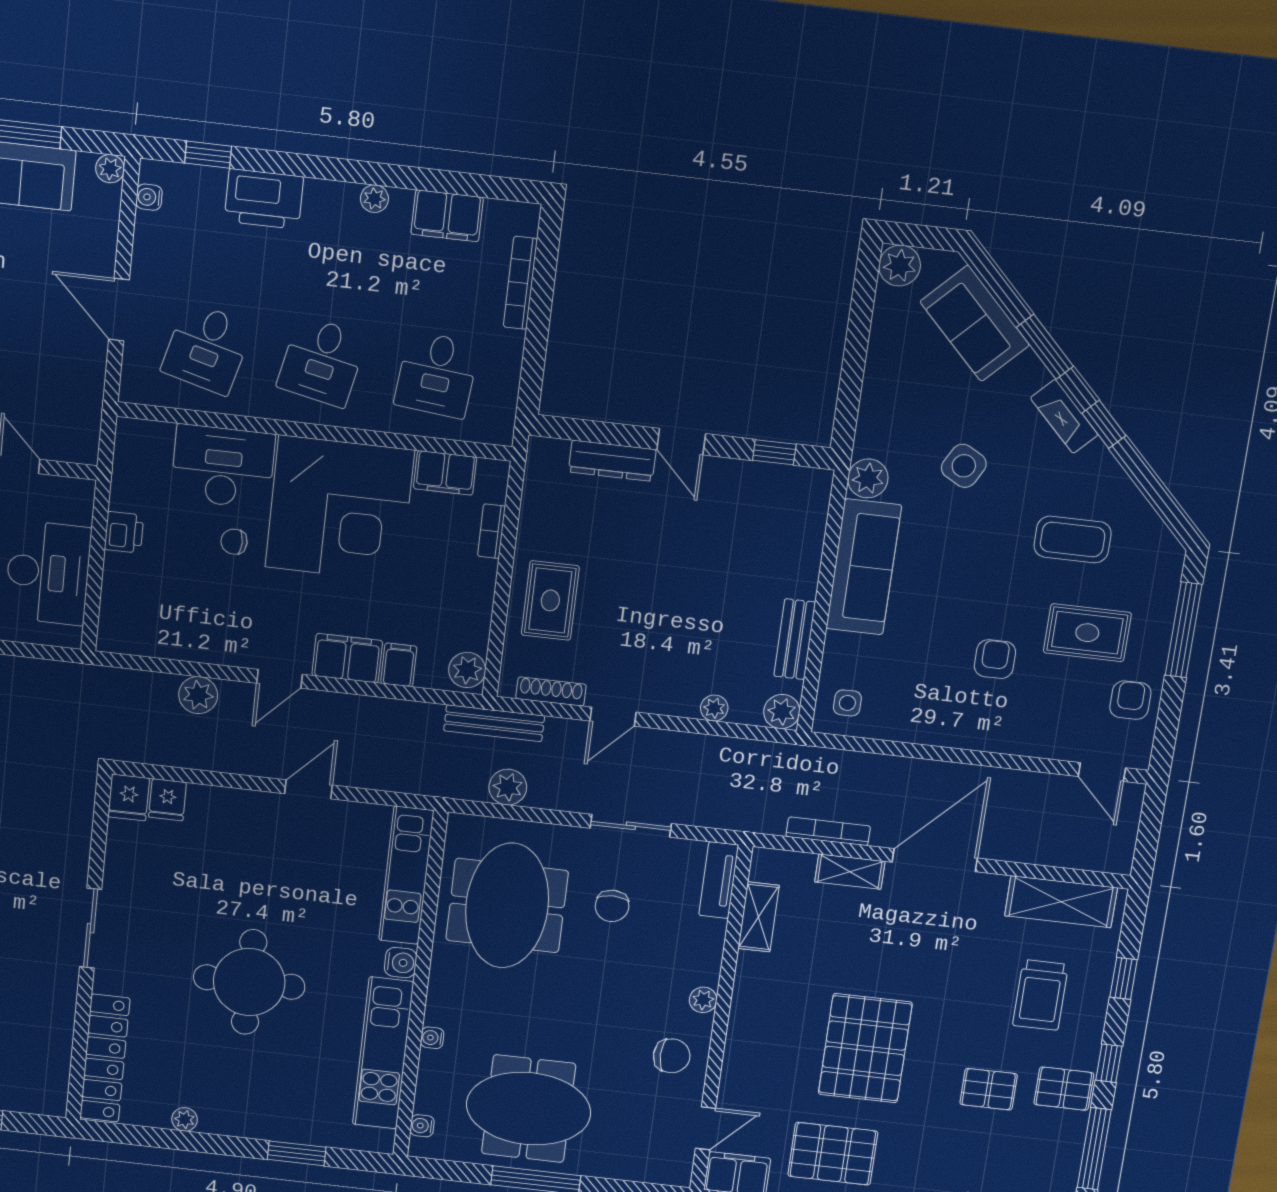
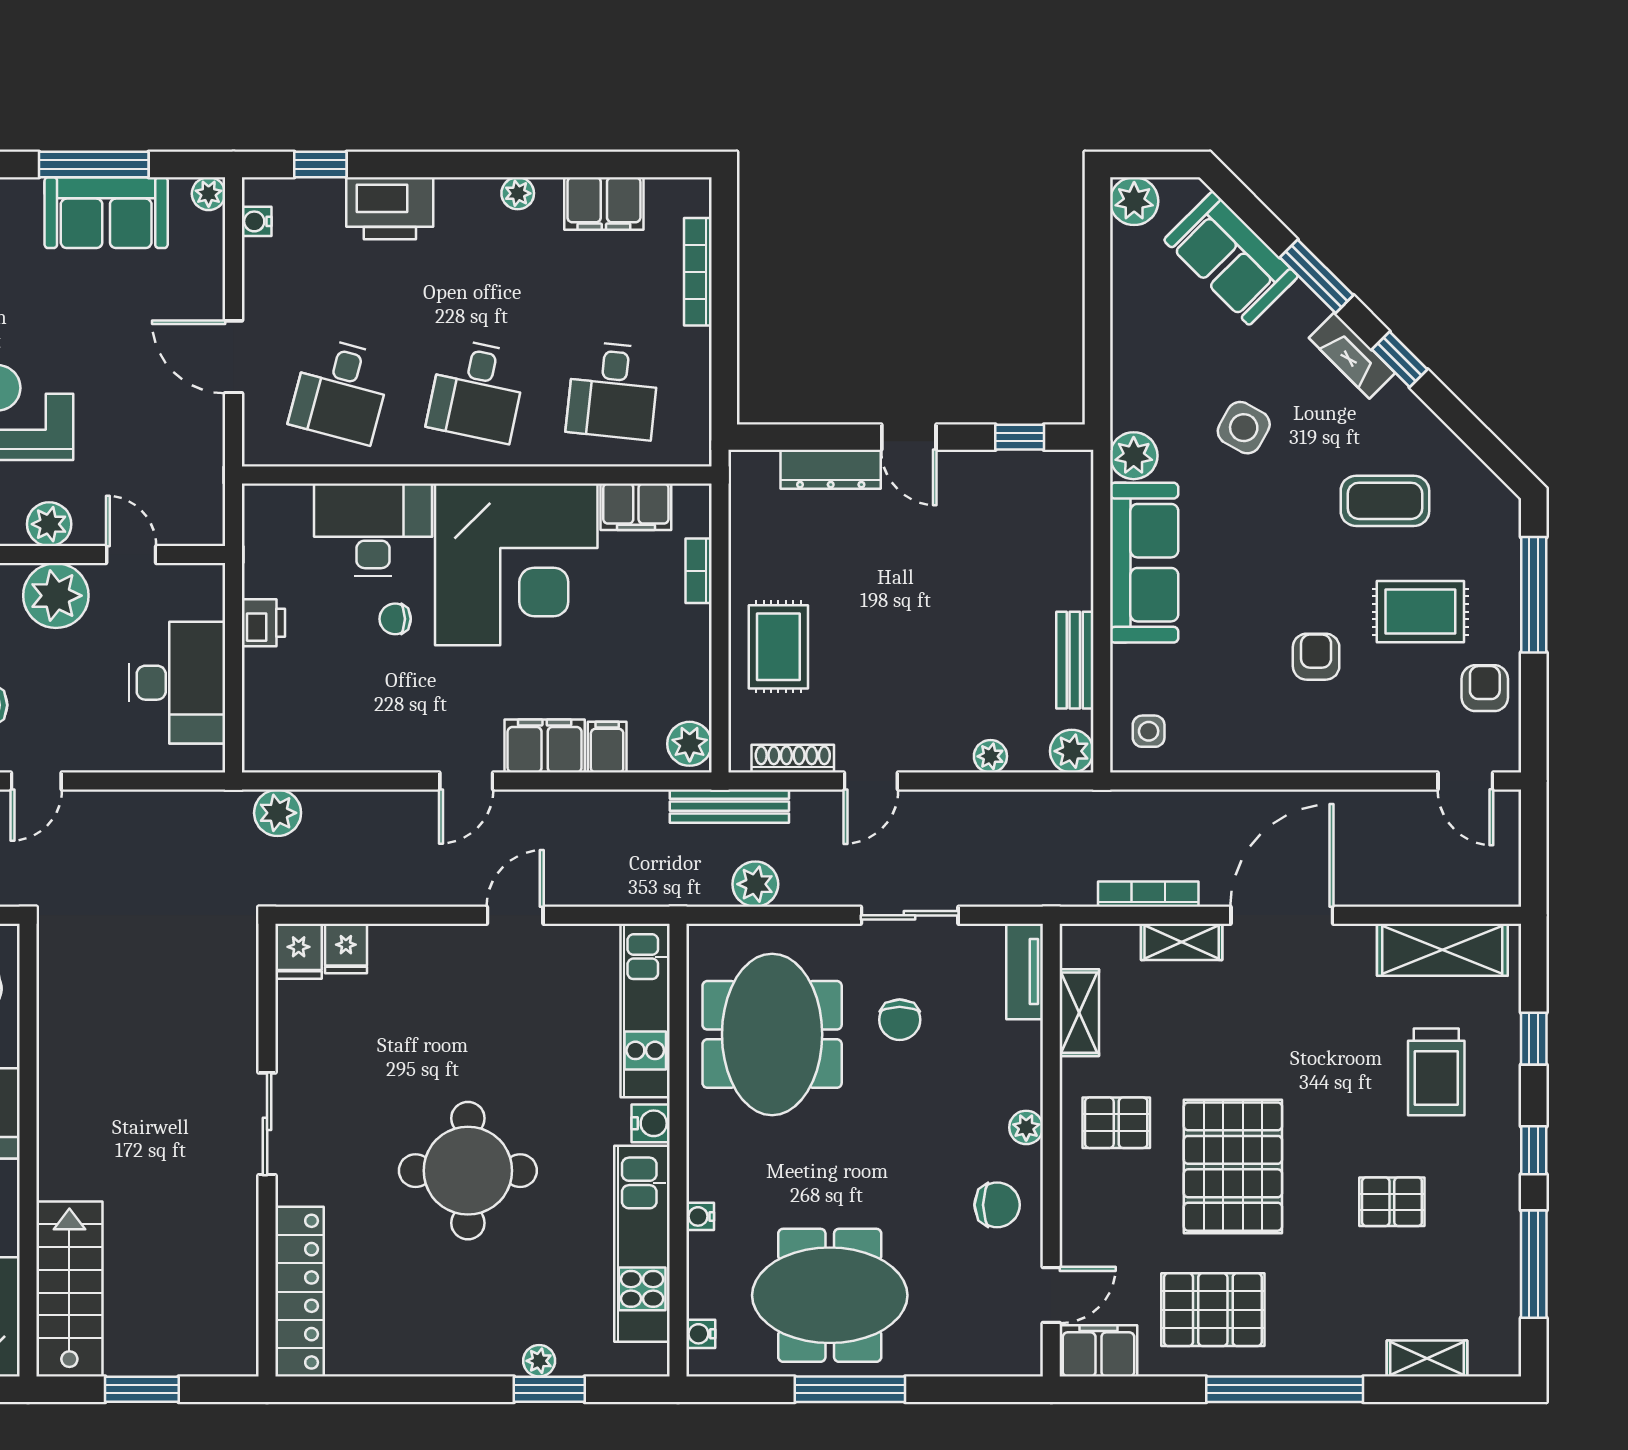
plant: (198, 695) -> (278, 813), moved
pallet: (1064, 1089) -> (1116, 1123), moved
plant: (185, 1119) -> (539, 1361), moved

